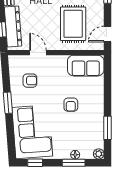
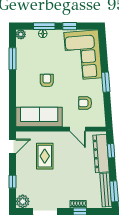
rug: (73, 24) -> (45, 156), width x0.73, depth x0.70
sofa: (86, 66) -> (39, 117), width x1.36
window: (35, 163) -> (70, 26), moved

